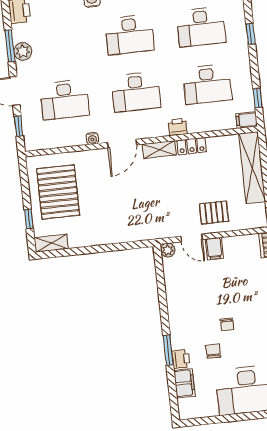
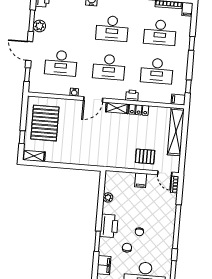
door: (192, 238) -> (165, 173), moved
plant: (168, 250) -> (108, 197), moved
printer: (181, 359) -> (109, 226), moved, width x1.87, depth x1.48

